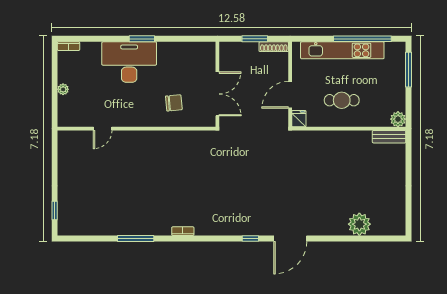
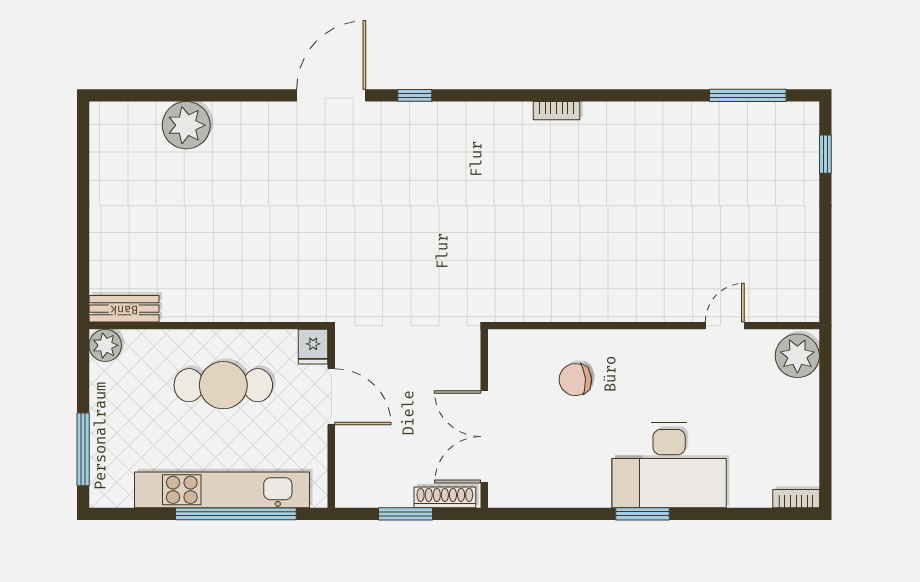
window: (362, 39) -> (236, 514), moved
shoe rack: (274, 47) -> (445, 497), moved
plant: (63, 89) -> (797, 356), moved, width x1.88, depth x1.88
double door: (217, 94) -> (484, 437), moved
door: (290, 95) -> (331, 397), hinge flipped
cafe table: (342, 100) -> (223, 385), width x1.37, depth x1.35
window: (136, 238) -> (748, 95), moved

